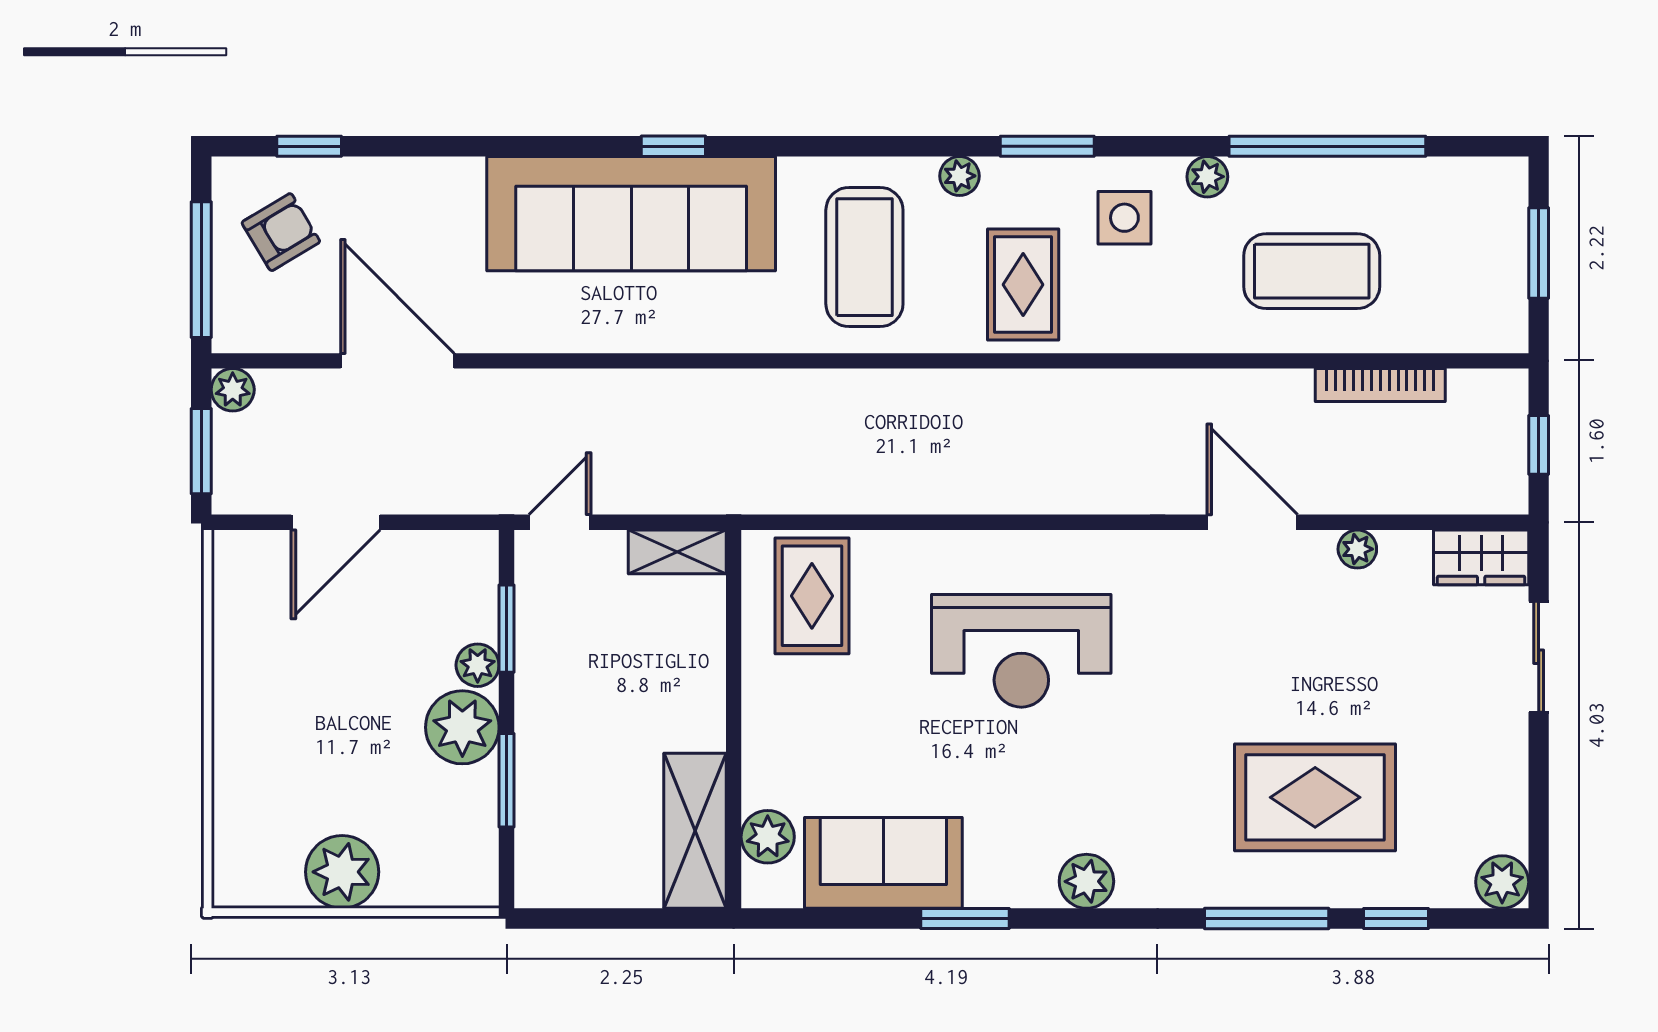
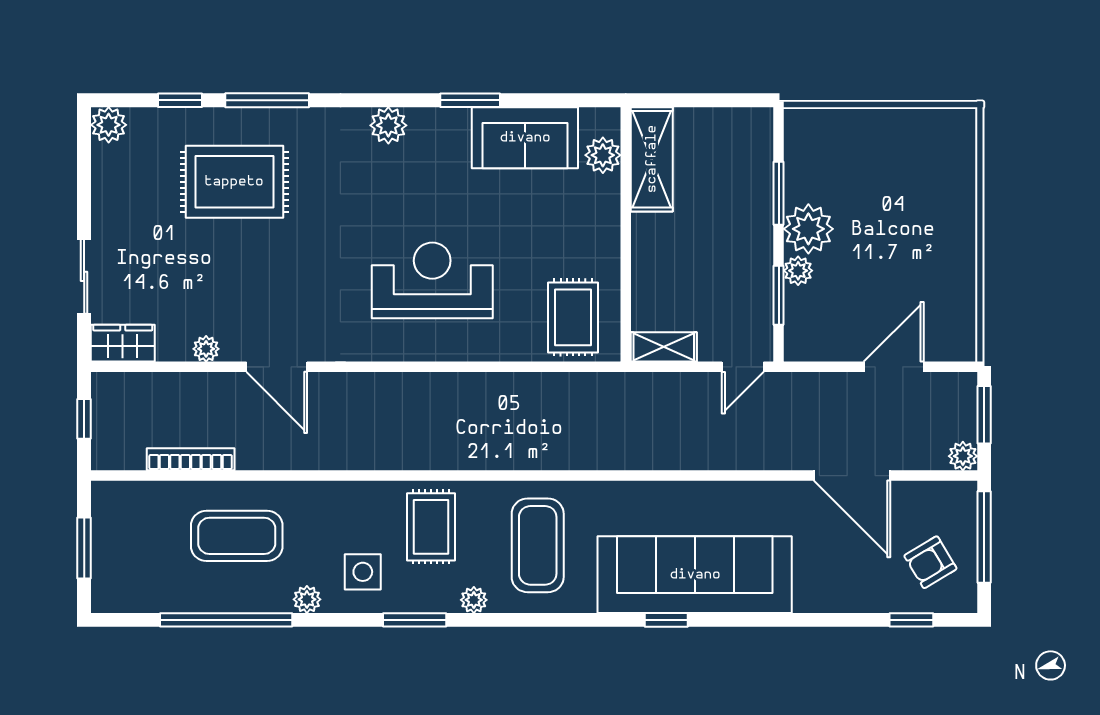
plant: (342, 872) -> (889, 132), removed

